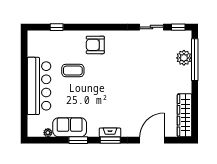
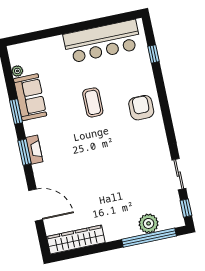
coffee table: (73, 71) -> (93, 102), moved
bar counter: (39, 86) -> (102, 41), moved

